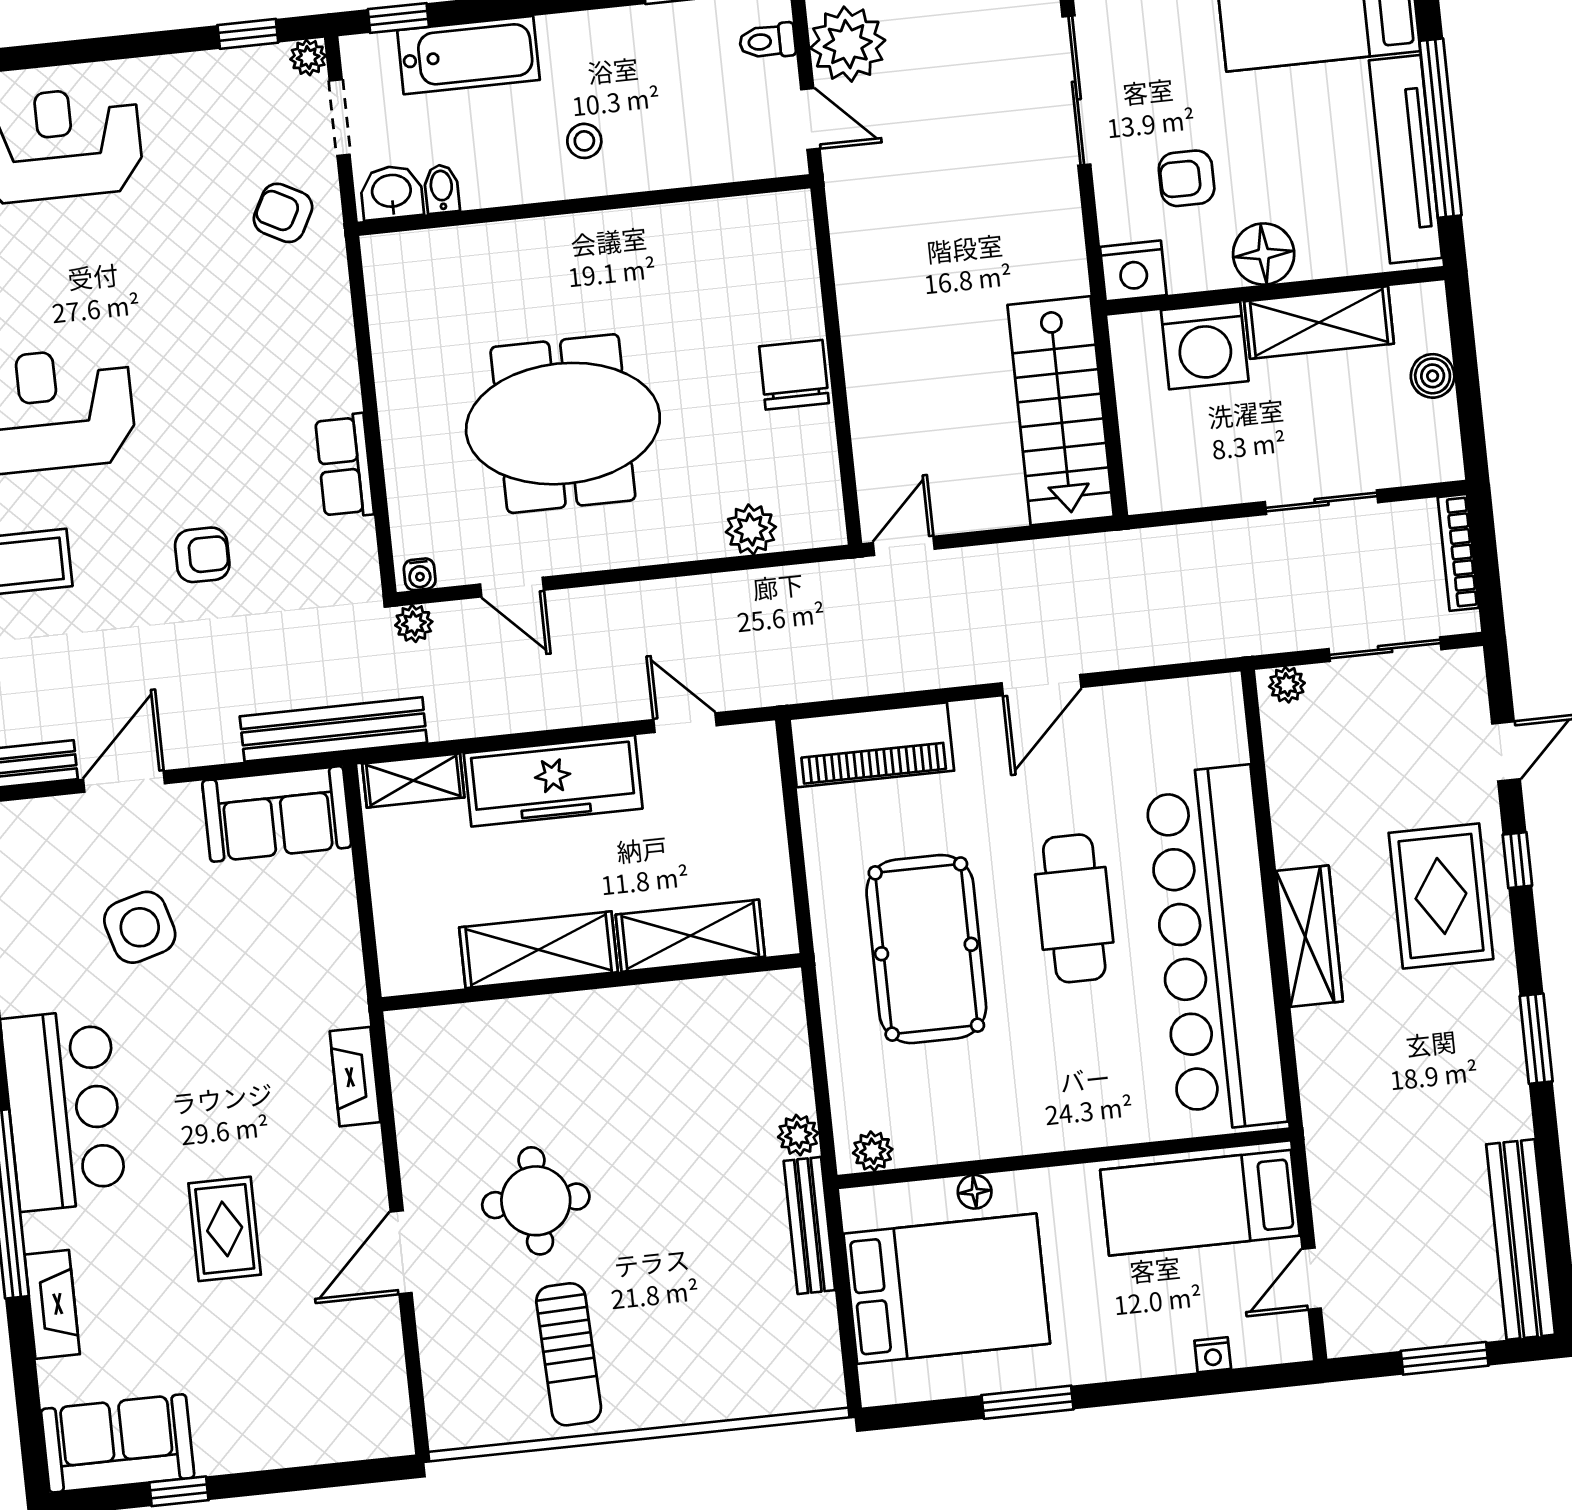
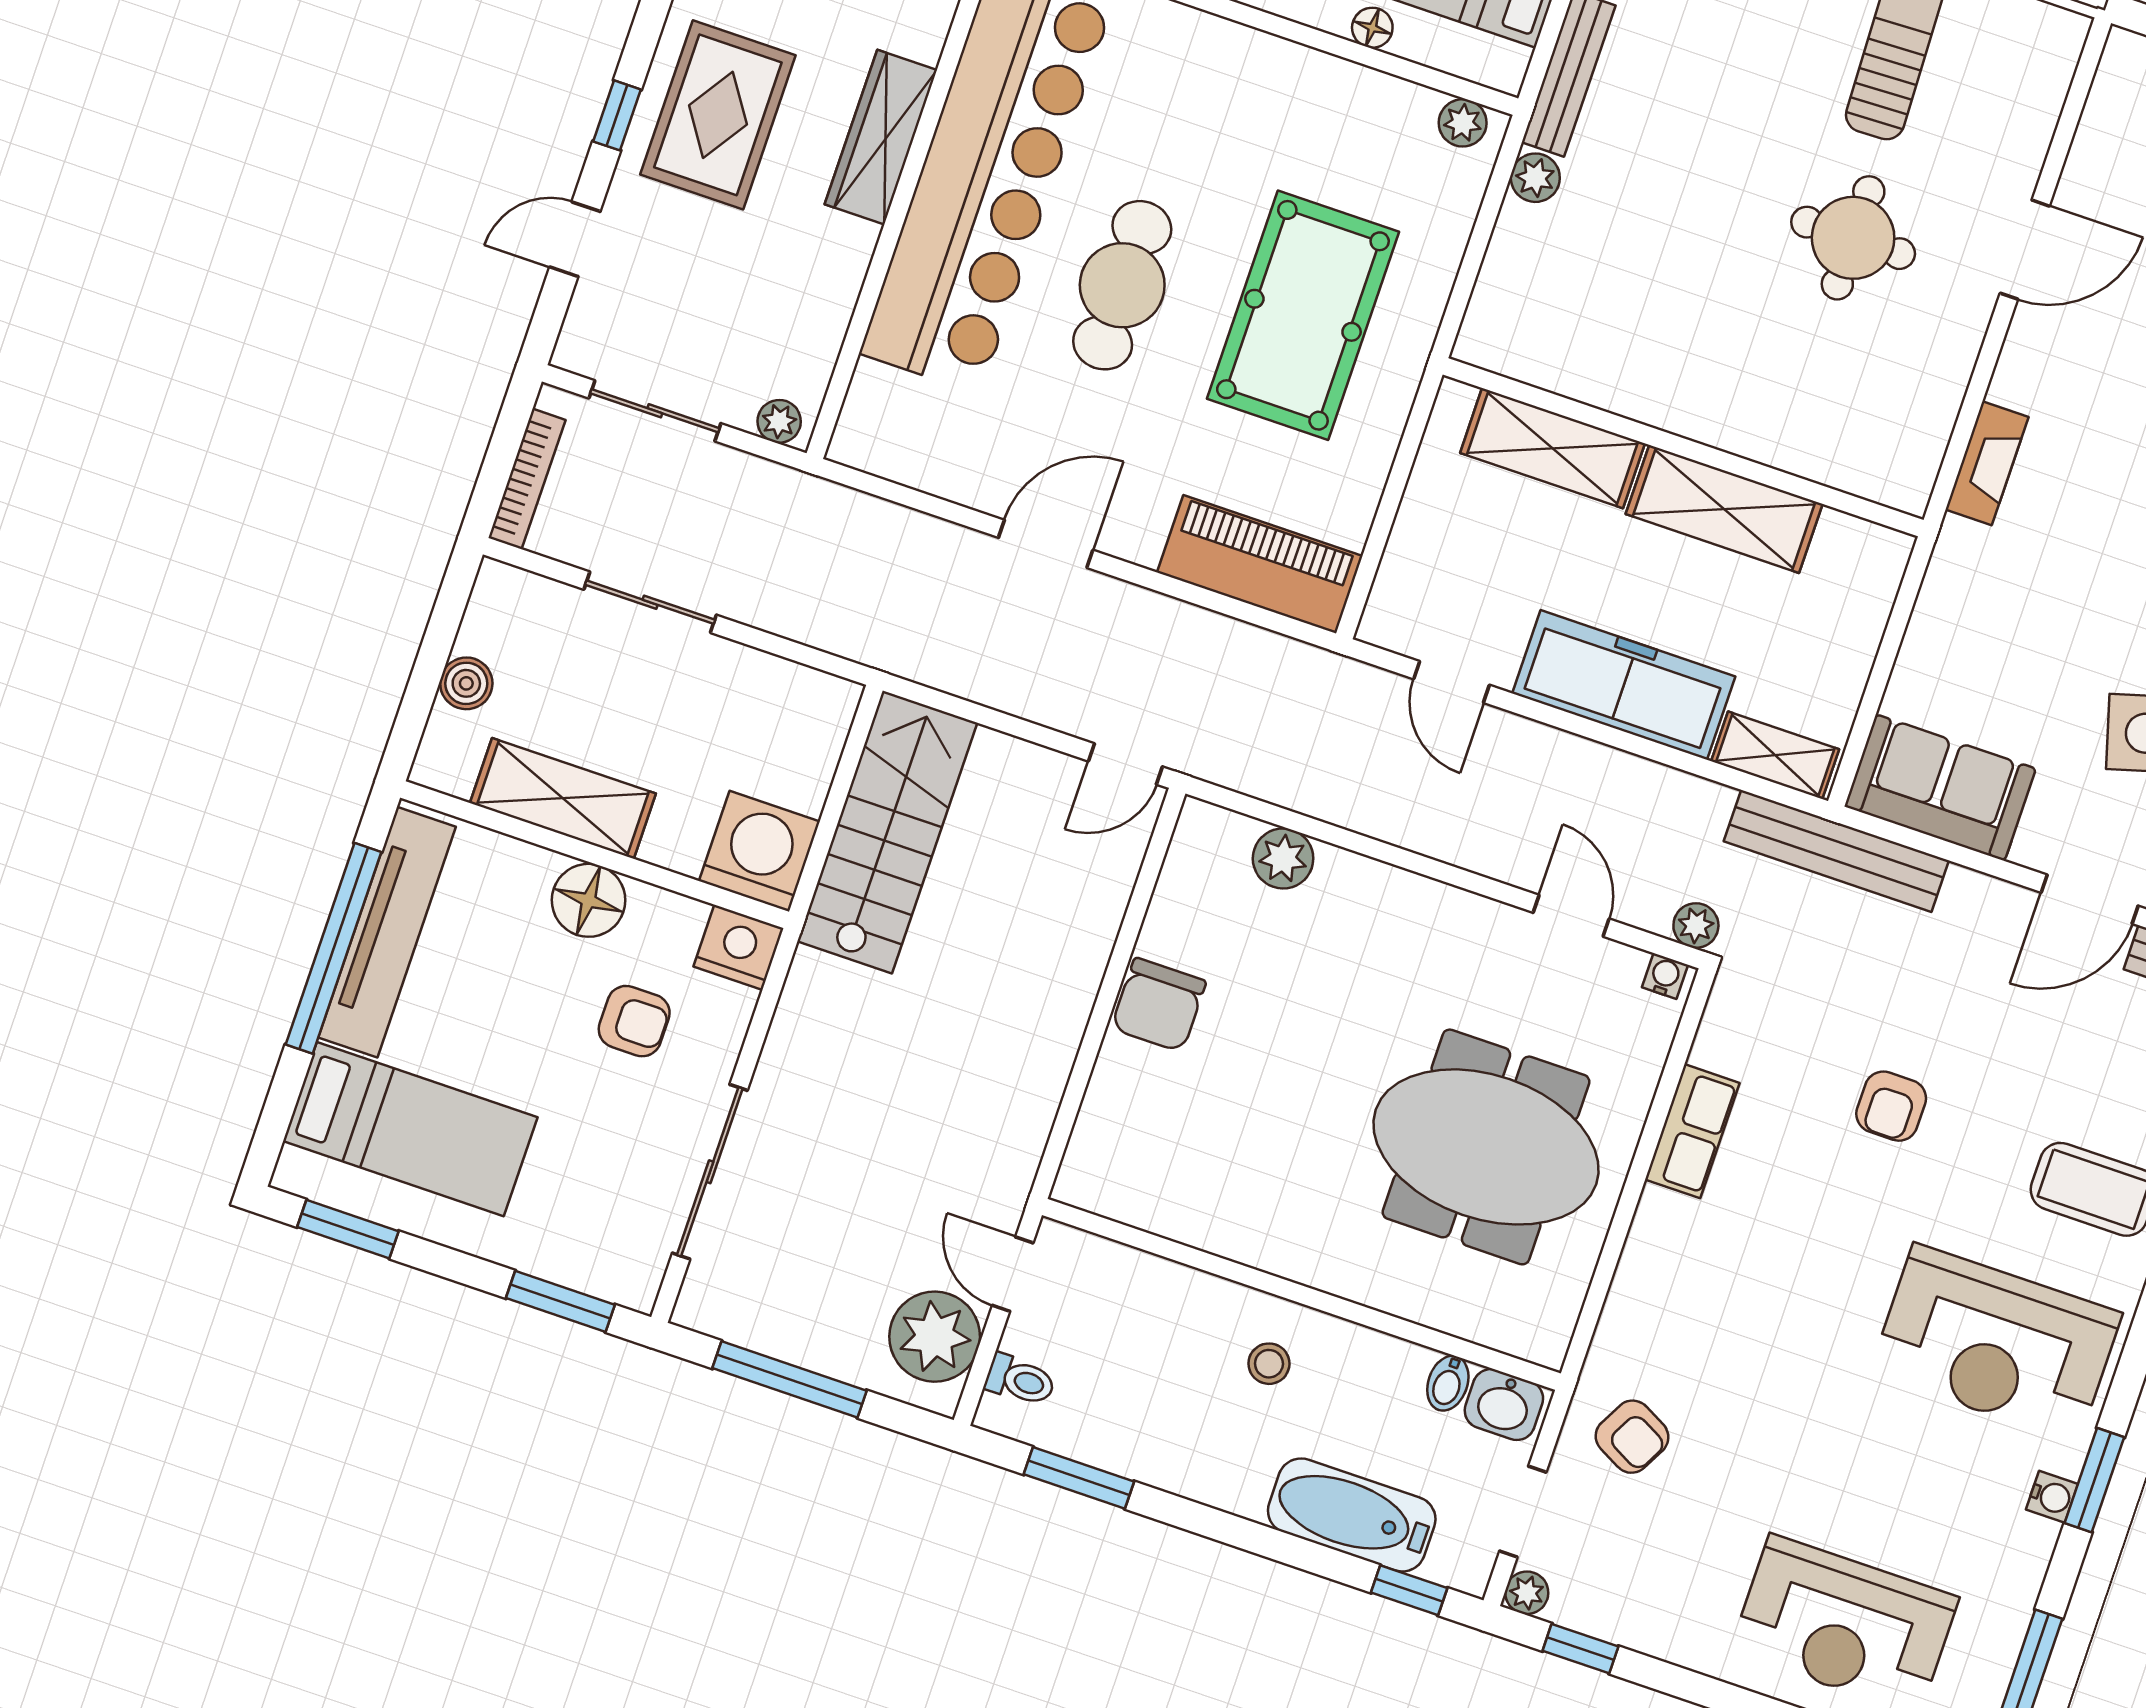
washing machine: (1205, 346) -> (759, 851), moved
meeting table: (563, 424) -> (1486, 1147), moved
armchair: (202, 555) -> (1891, 1106), turned -90

